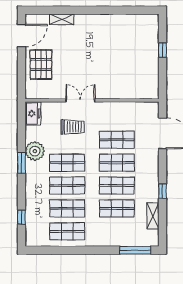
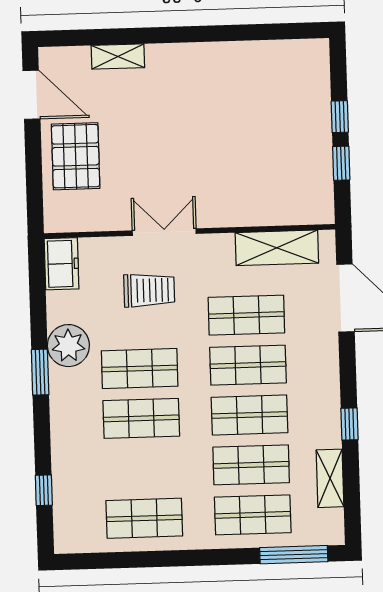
door: (21, 36) -> (31, 95), hinge flipped
window: (163, 71) -> (341, 163), added
shelving: (132, 109) -> (277, 248), added
shop shelf: (67, 208) -> (253, 515), moved

